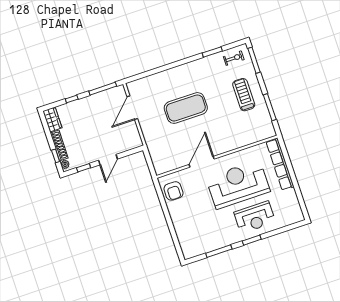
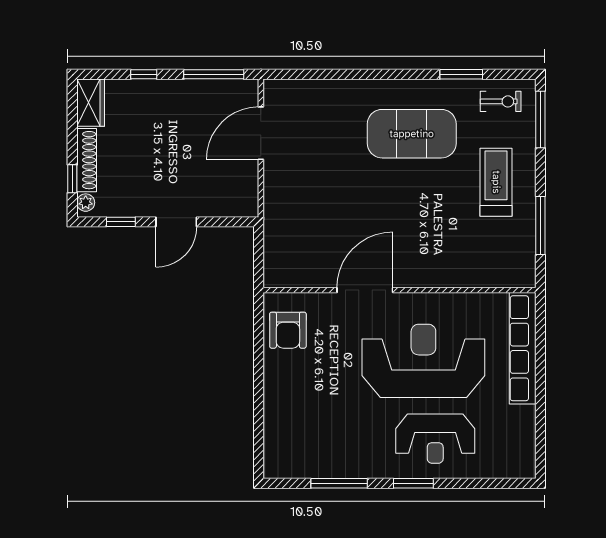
exercise mat: (186, 108) -> (412, 134), moved

